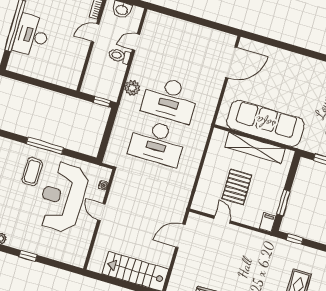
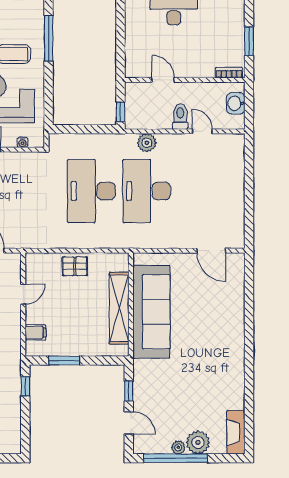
door: (95, 33) -> (163, 80), moved
door: (231, 63) -> (211, 251), width x0.73
window: (45, 146) -> (49, 38), moved
pallet: (237, 187) -> (75, 266), moved, width x0.67, depth x0.71
filing cabinet: (268, 223) -> (35, 332), moved

